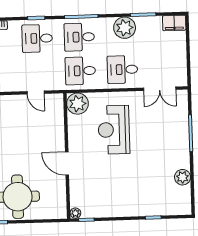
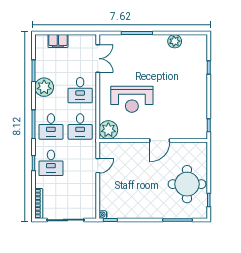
filing cabinet: (174, 23) -> (58, 41), moved, turned 90
plant: (75, 213) -> (203, 135), removed

